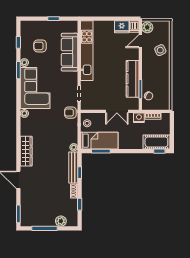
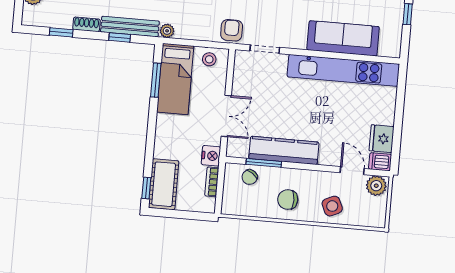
chair: (159, 74) -> (288, 200), added
double door: (117, 111) -> (226, 116), swing flipped

